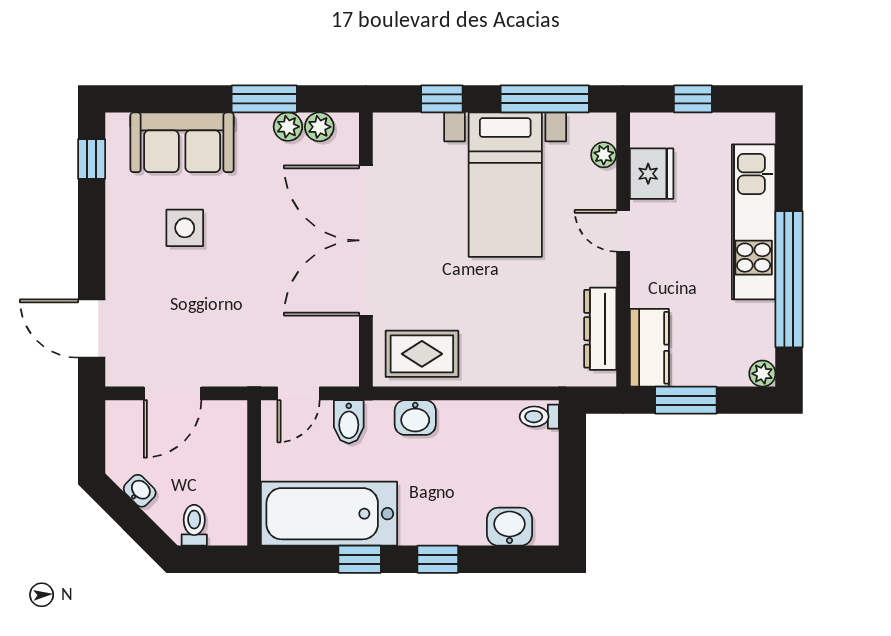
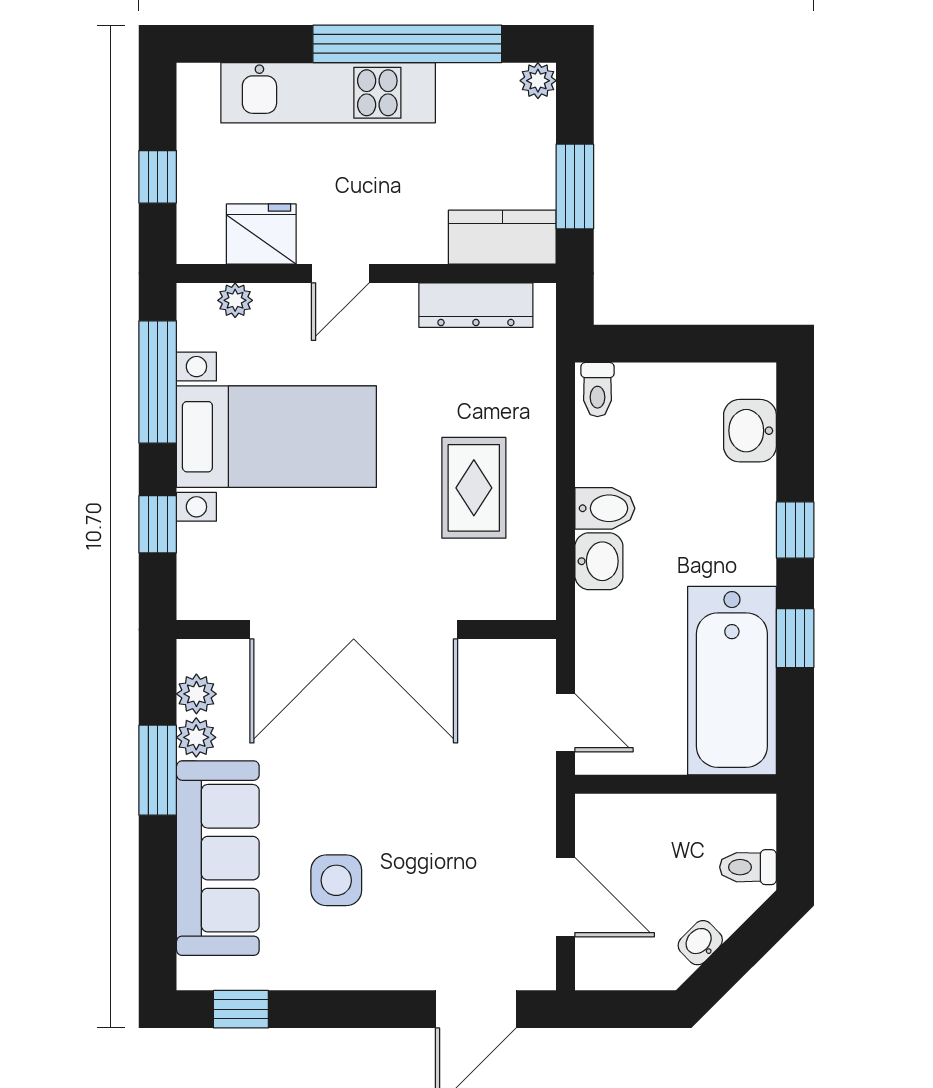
sofa: (182, 142) -> (218, 858), width x1.36
rug: (422, 354) -> (474, 488), moved
bidet: (349, 422) -> (605, 508), moved

